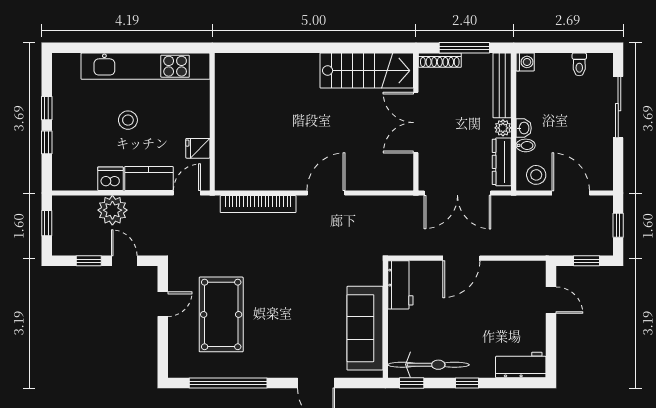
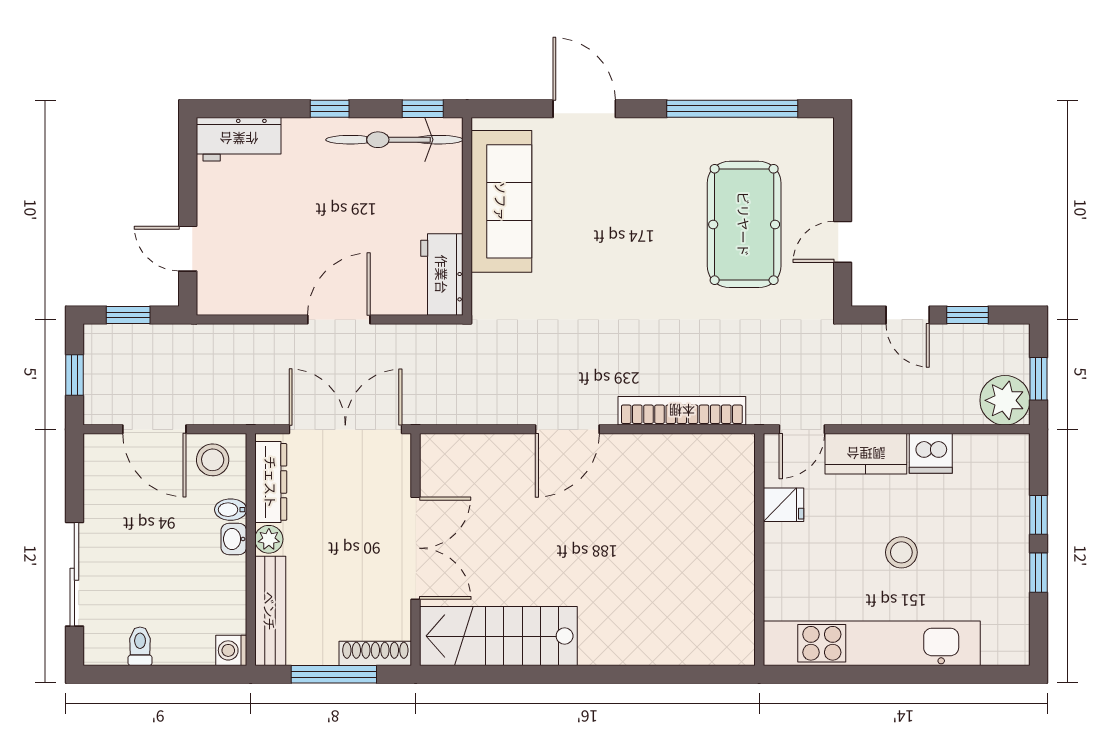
plant: (112, 210) -> (1005, 400), moved

